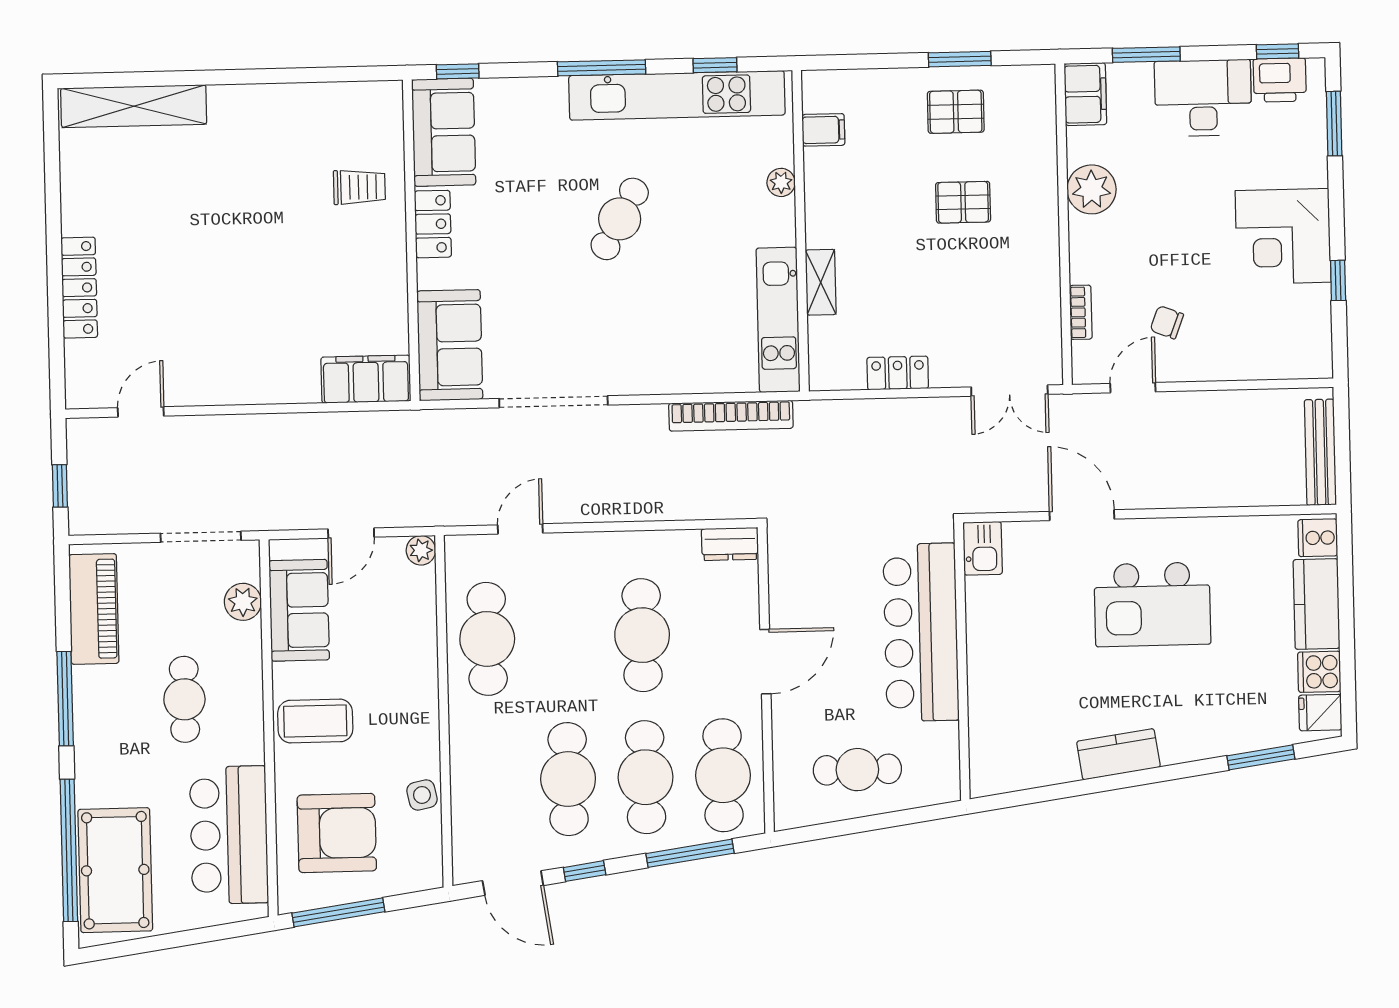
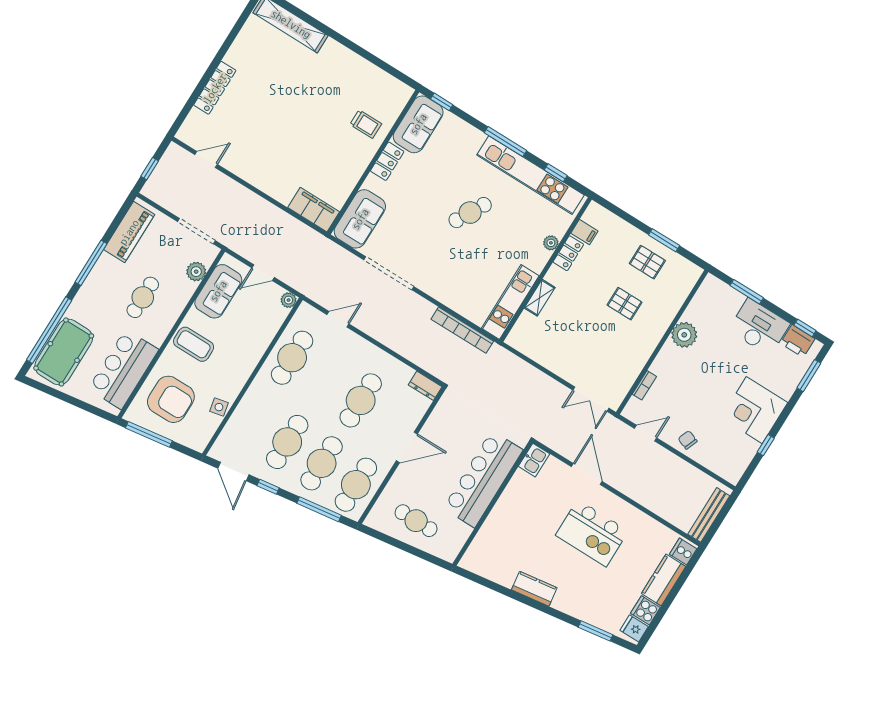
filing cabinet: (1085, 94) -> (709, 291), removed
chair: (1167, 322) -> (688, 440), moved
locker: (898, 373) -> (568, 253), moved, turned 90

